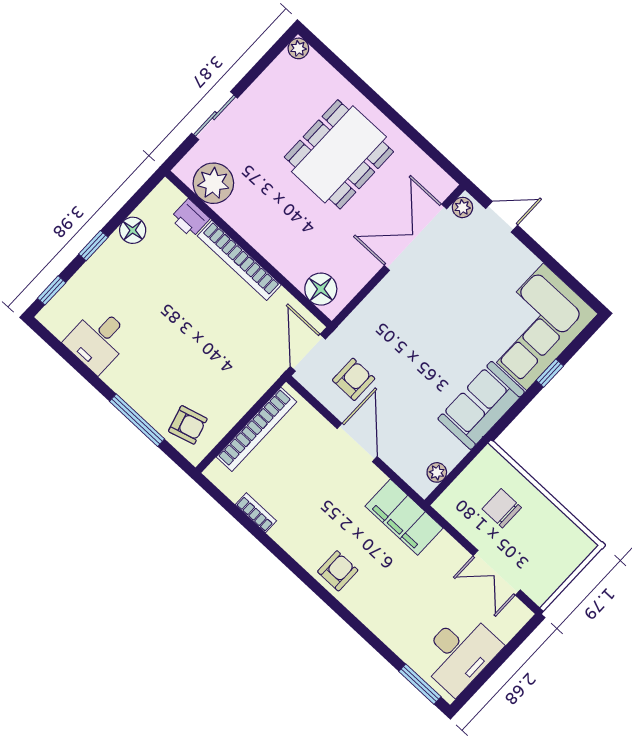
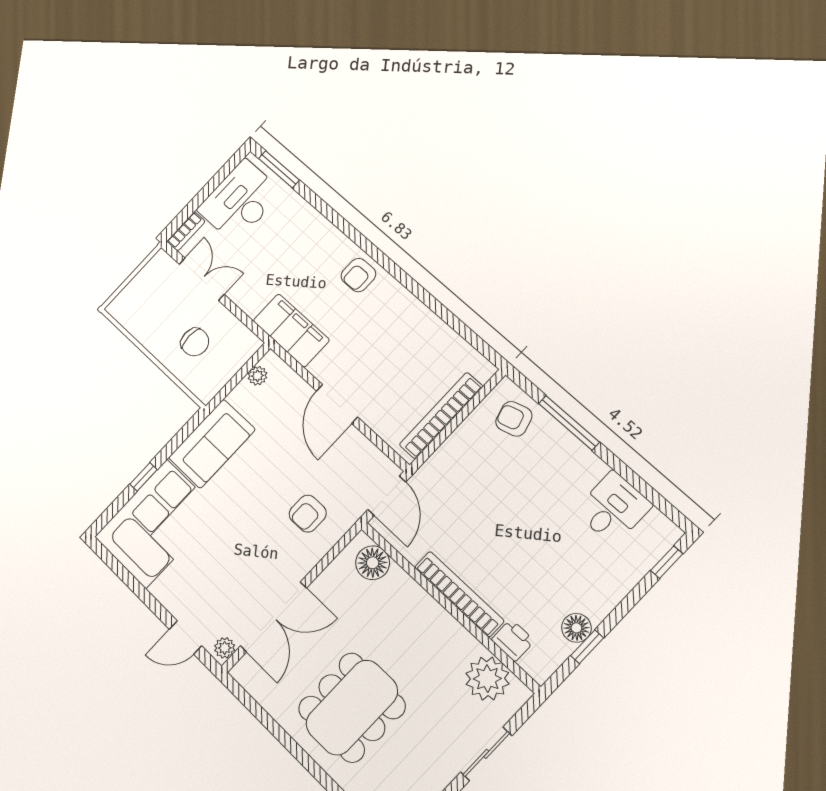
window: (93, 246) -> (587, 647), moved
armchair: (354, 379) -> (308, 514), moved
bookcase: (256, 513) -> (186, 231), moved, turned -90

